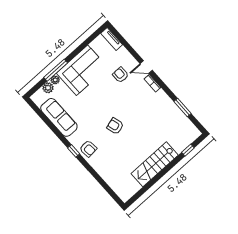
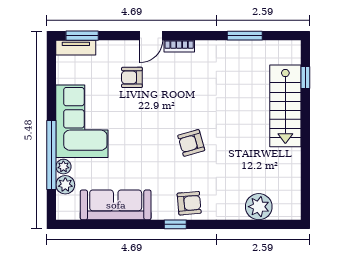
window: (119, 37) -> (82, 36), added
window: (56, 70) -> (51, 155), width x1.46
stairs: (155, 164) -> (285, 106), moved
plant: (114, 180) -> (259, 207), added

